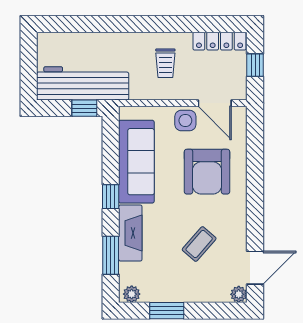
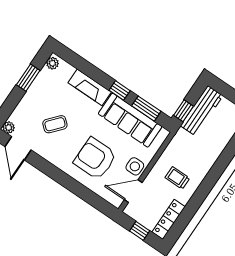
workbench: (83, 83) -> (202, 111), width x0.73, depth x0.76
coffee table: (199, 244) -> (55, 124), turned 90
window: (111, 255) -> (146, 109), moved

